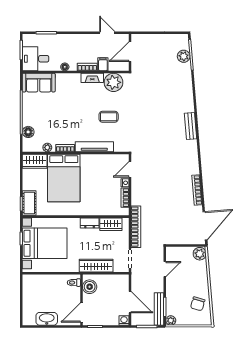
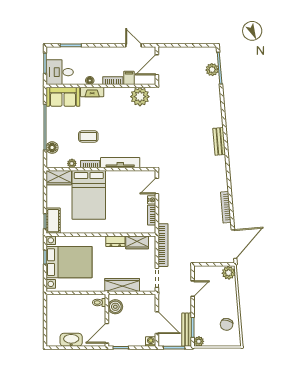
fireplace: (92, 78) -> (92, 92), moved
coffee table: (109, 117) -> (88, 136), moved

